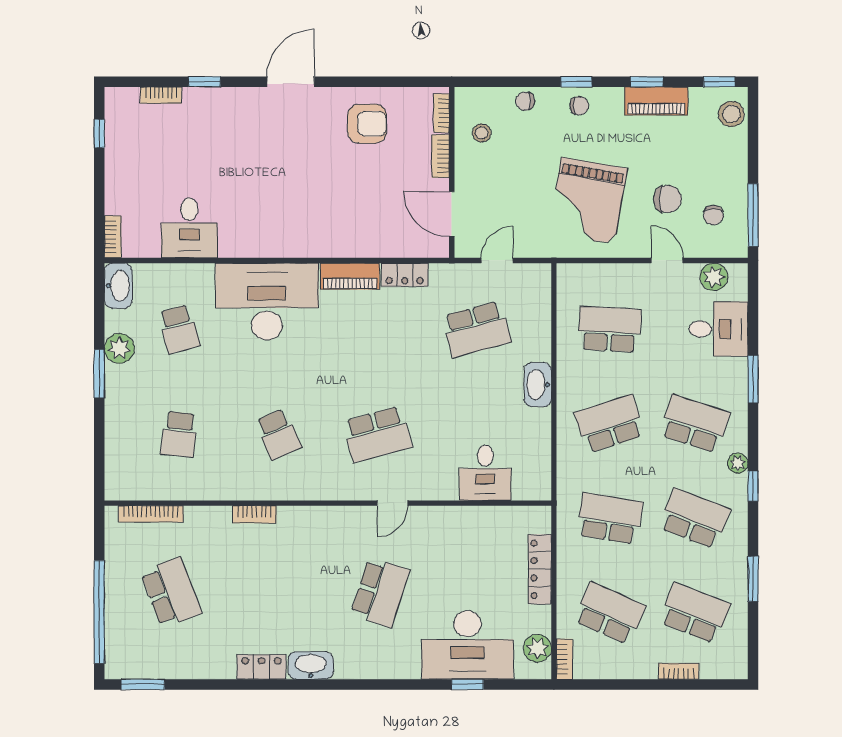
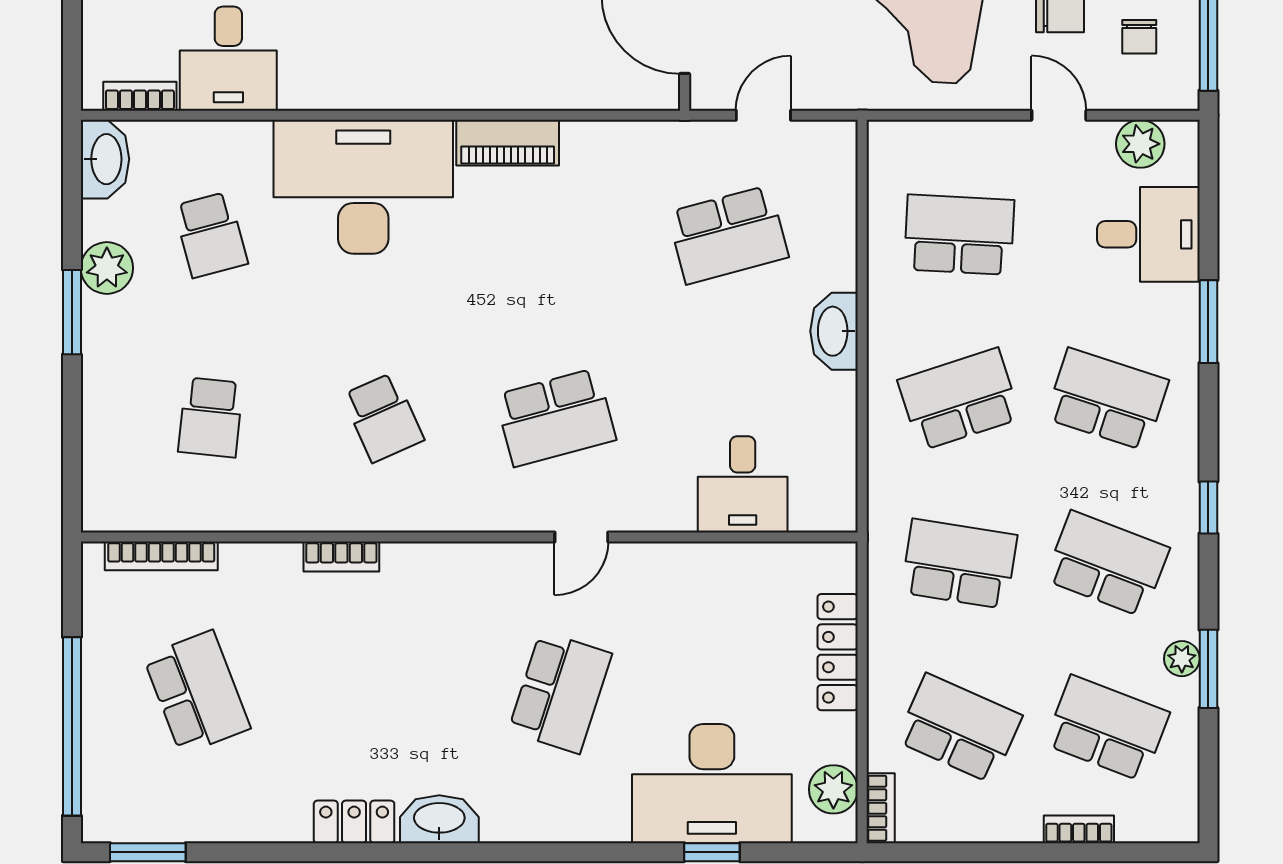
bookcase: (113, 237) -> (140, 96), moved, turned -90
locker: (405, 275) -> (603, 140), removed
plant: (738, 463) -> (1182, 659), moved

